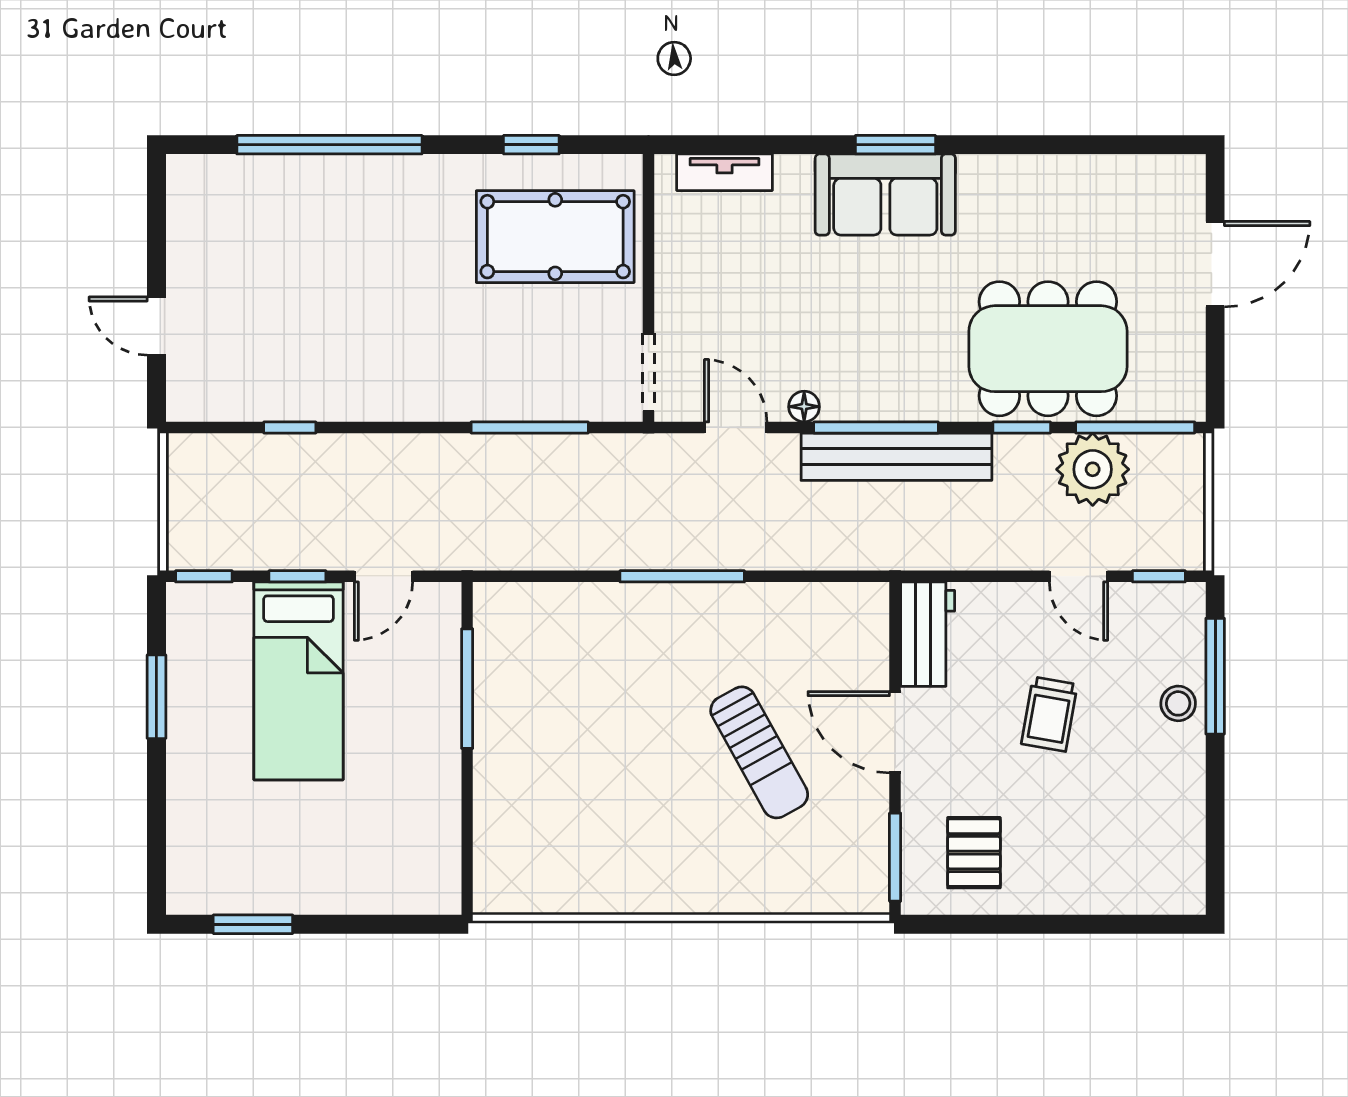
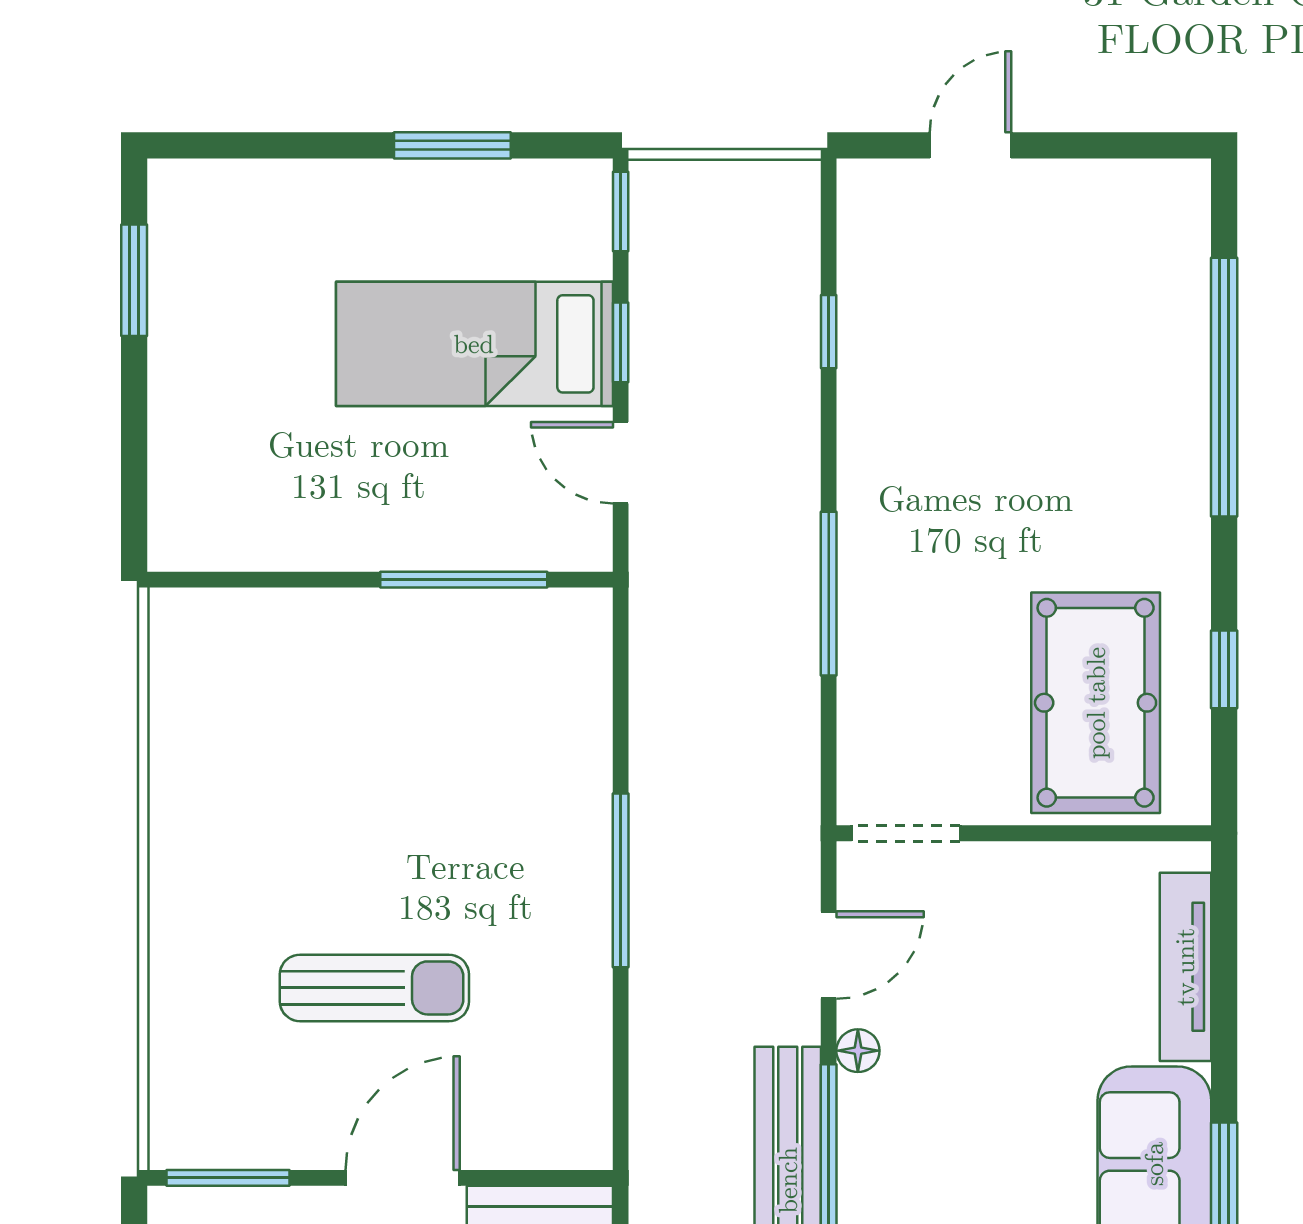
tv unit: (725, 172) -> (1185, 967), width x1.41
window: (530, 427) -> (829, 594), moved
sun lounger: (759, 752) -> (374, 988), turned -151

